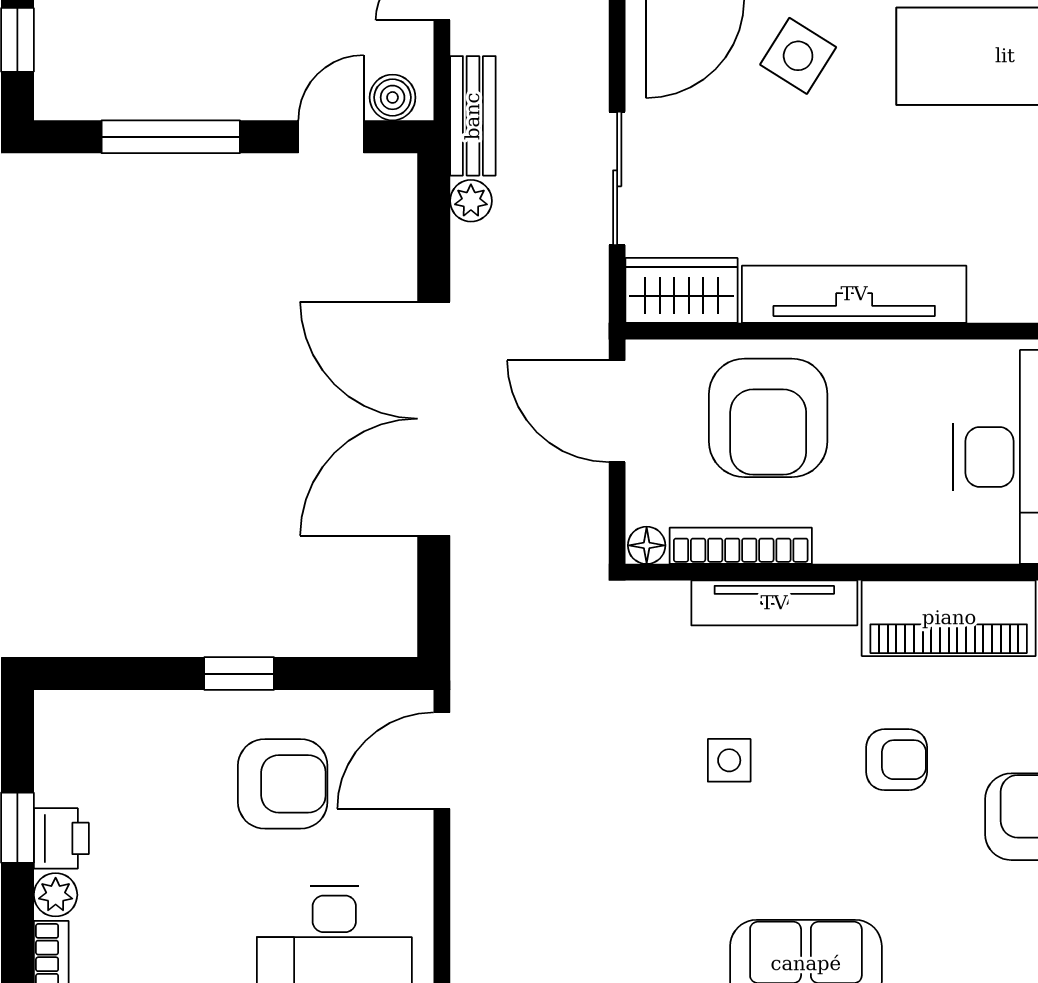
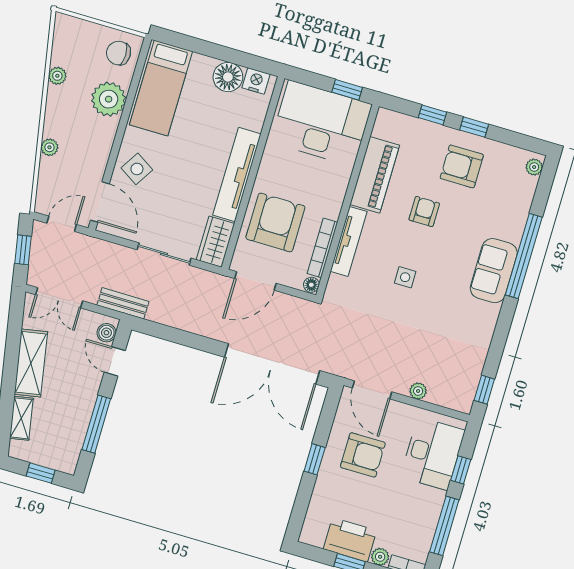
plant: (471, 201) -> (418, 391), moved
armchair: (768, 418) -> (275, 222), turned -90
double door: (434, 419) -> (272, 364), moved
armchair: (283, 784) -> (363, 455), turned 90
printer: (61, 838) -> (350, 540), width x1.87, depth x1.48

